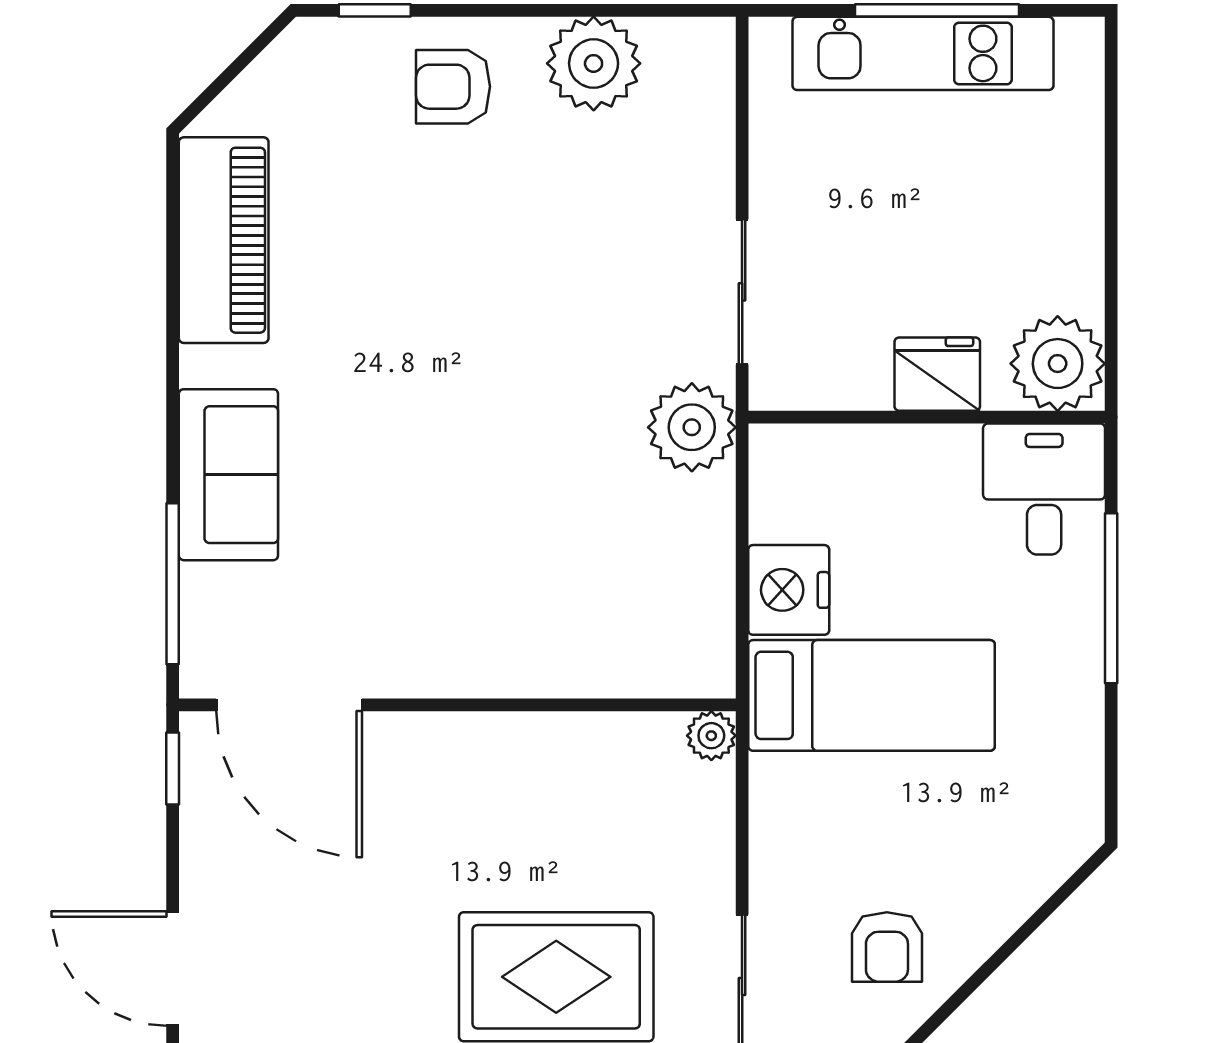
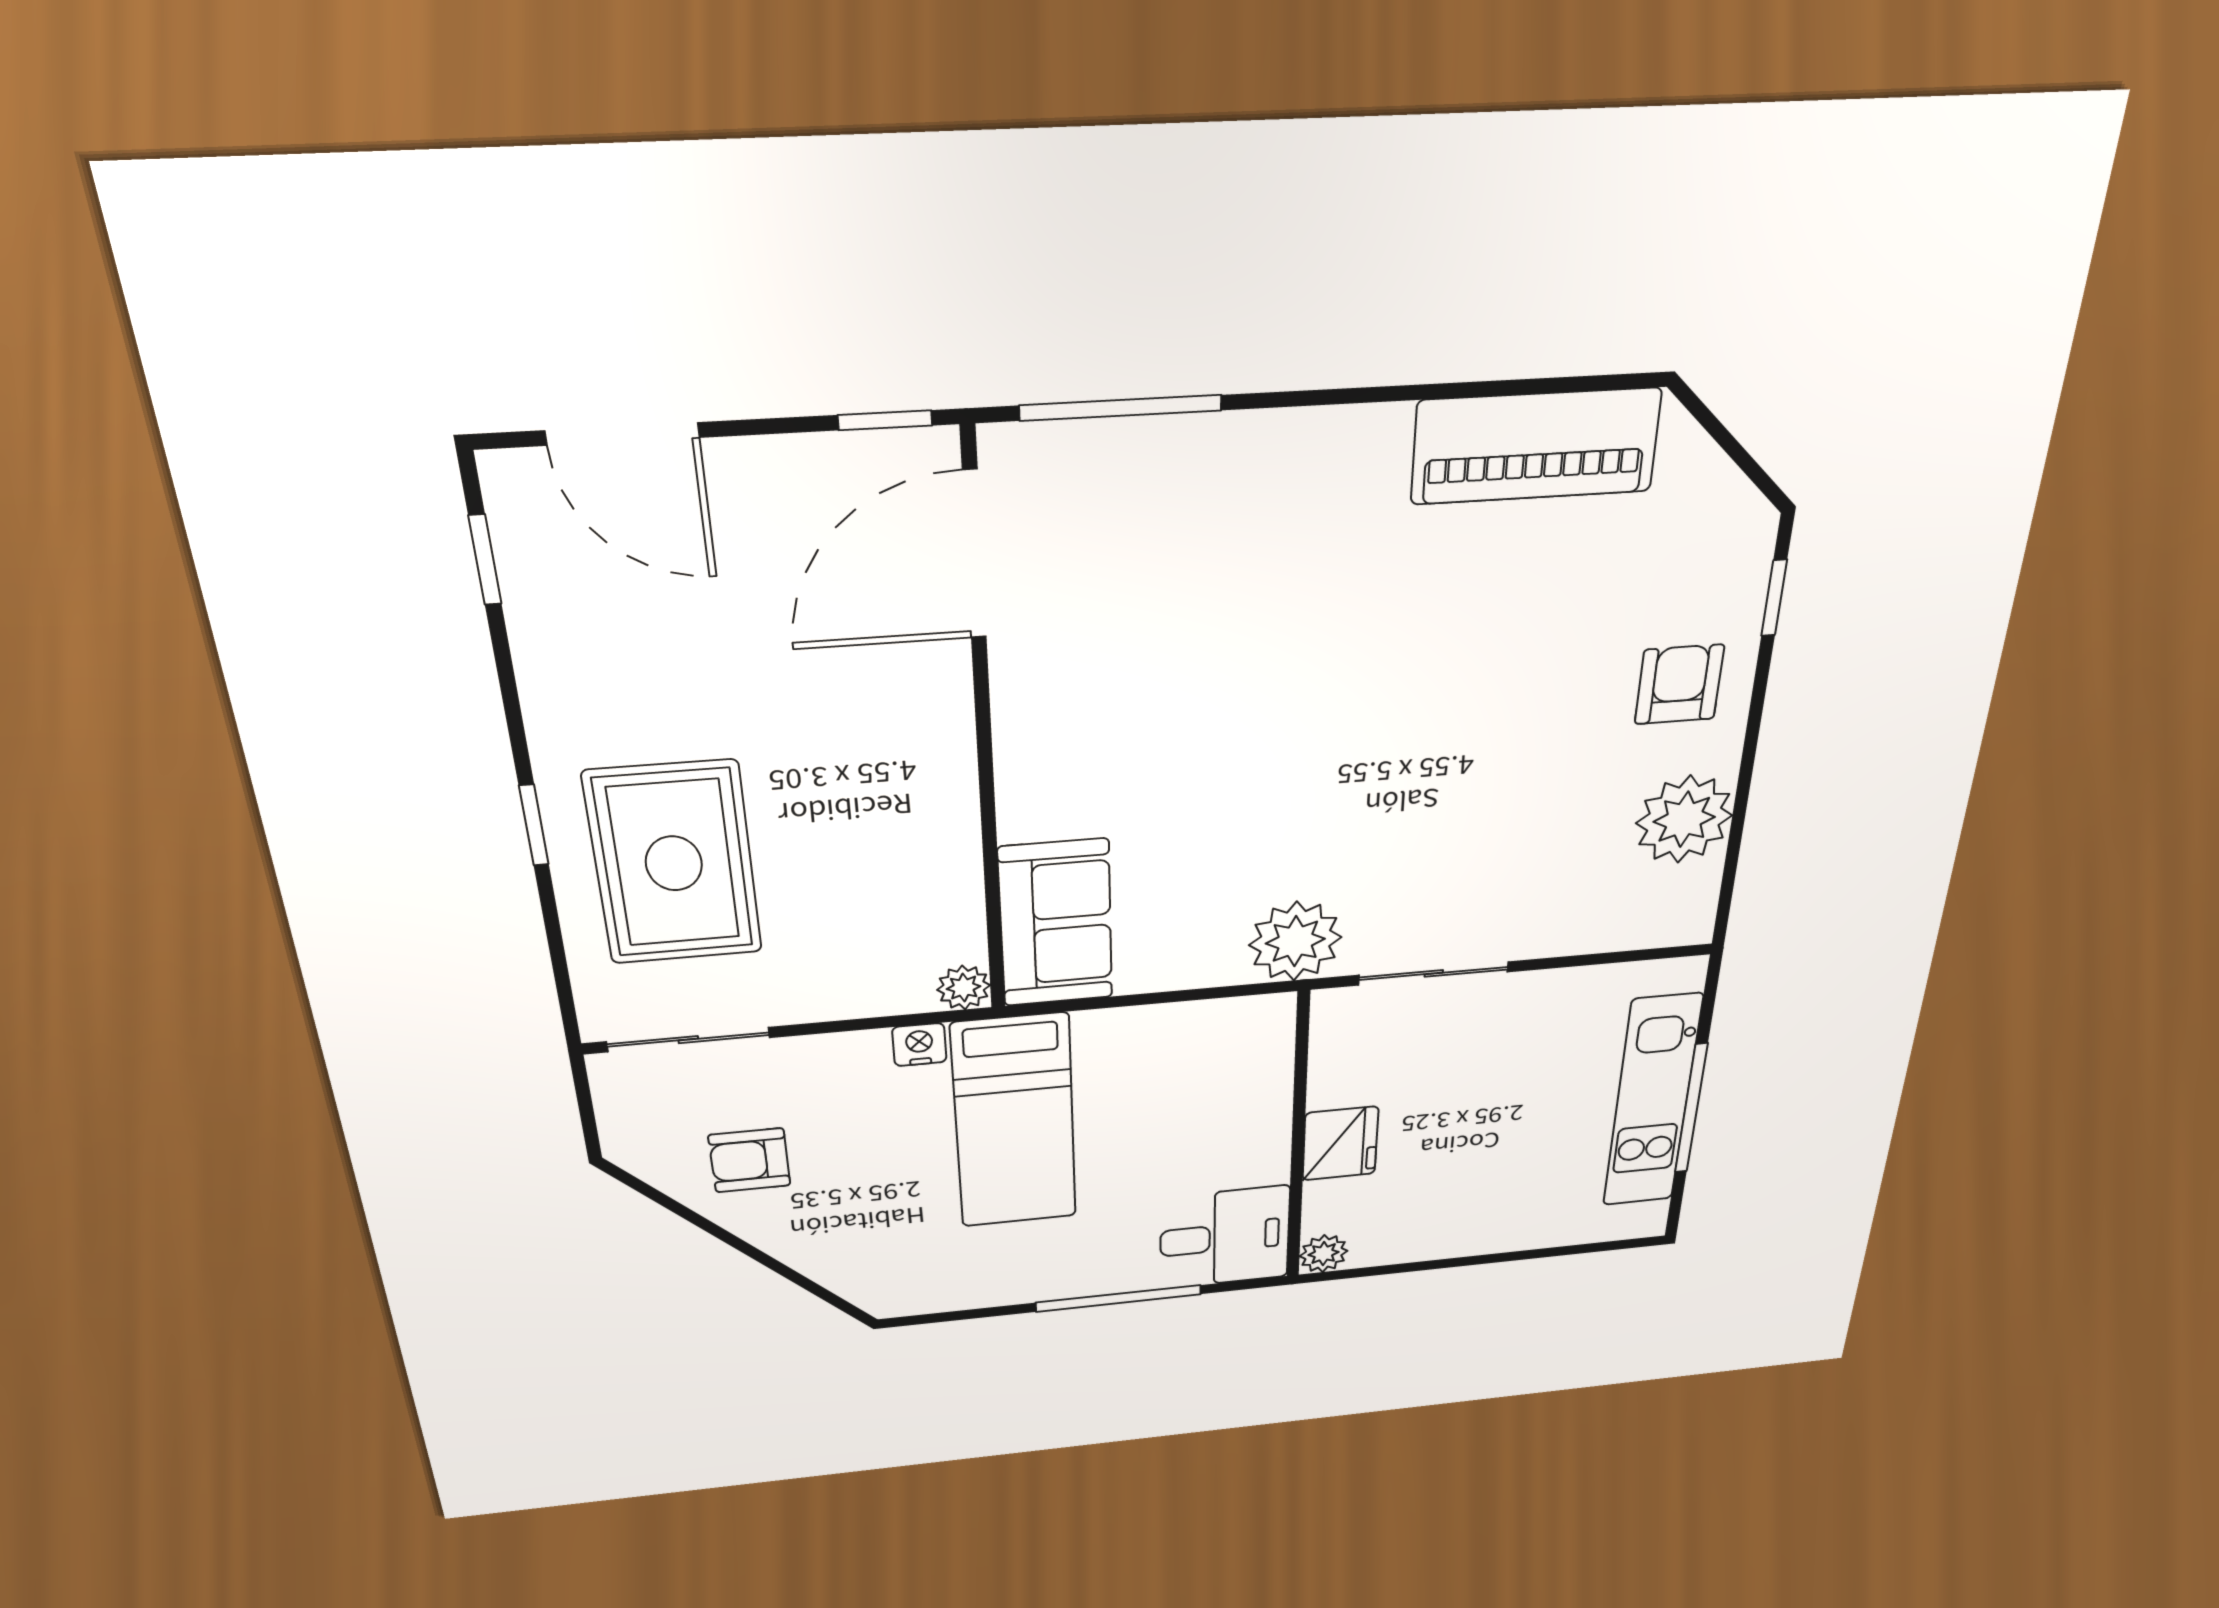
plant: (1058, 364) -> (1324, 1254), width x0.53, depth x0.53
sofa: (228, 475) -> (1056, 923), moved, turned -90
nightstand: (789, 590) -> (919, 1045), moved, width x0.53, depth x0.56
door: (173, 968) -> (622, 434), swing flipped

